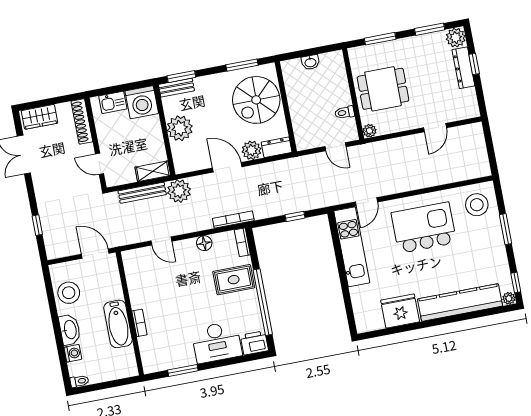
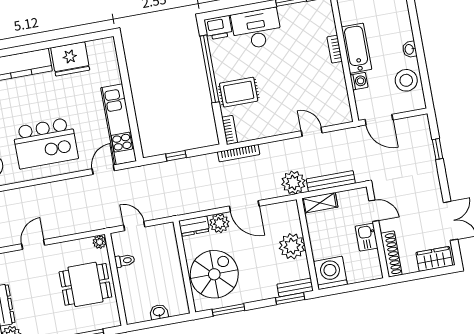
kitchen sink: (113, 102) -> (367, 237), moved, turned -90
floor lamp: (204, 243) -> (268, 129), removed
washbasin: (70, 330) -> (410, 49), width x0.52, depth x0.69
washing machine: (73, 353) -> (359, 81), moved, turned 180

